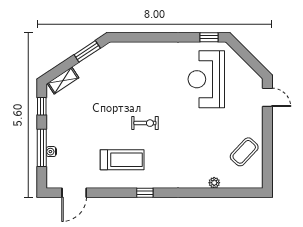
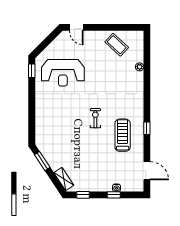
door: (267, 97) -> (76, 27), swing flipped
window: (42, 148) -> (114, 195), width x0.46
window: (145, 193) -> (147, 128), moved

